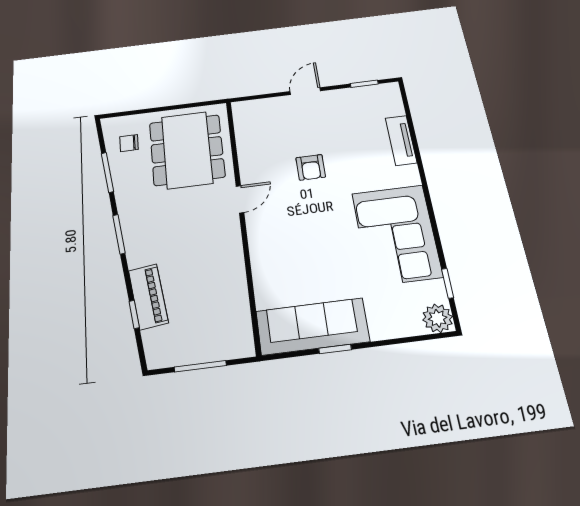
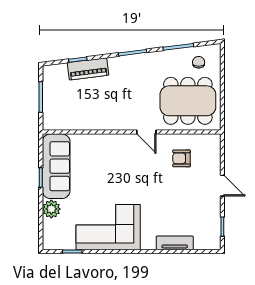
armchair: (311, 167) -> (182, 158), moved
plant: (438, 318) -> (51, 209), moved

